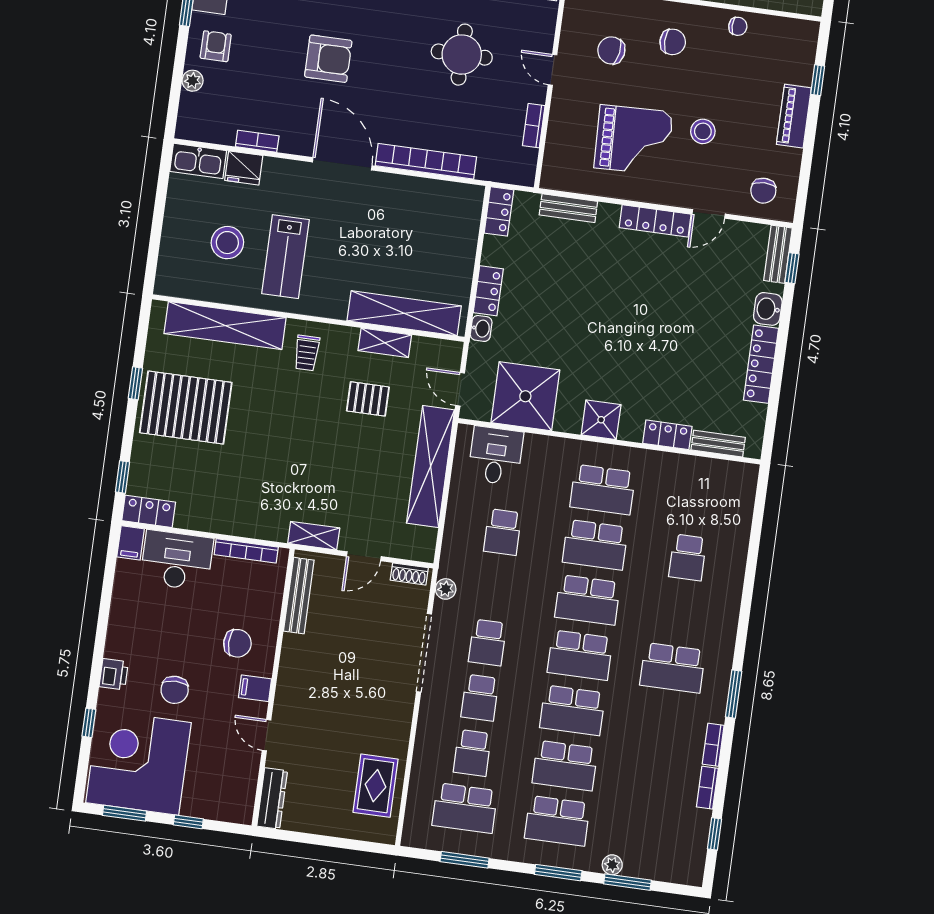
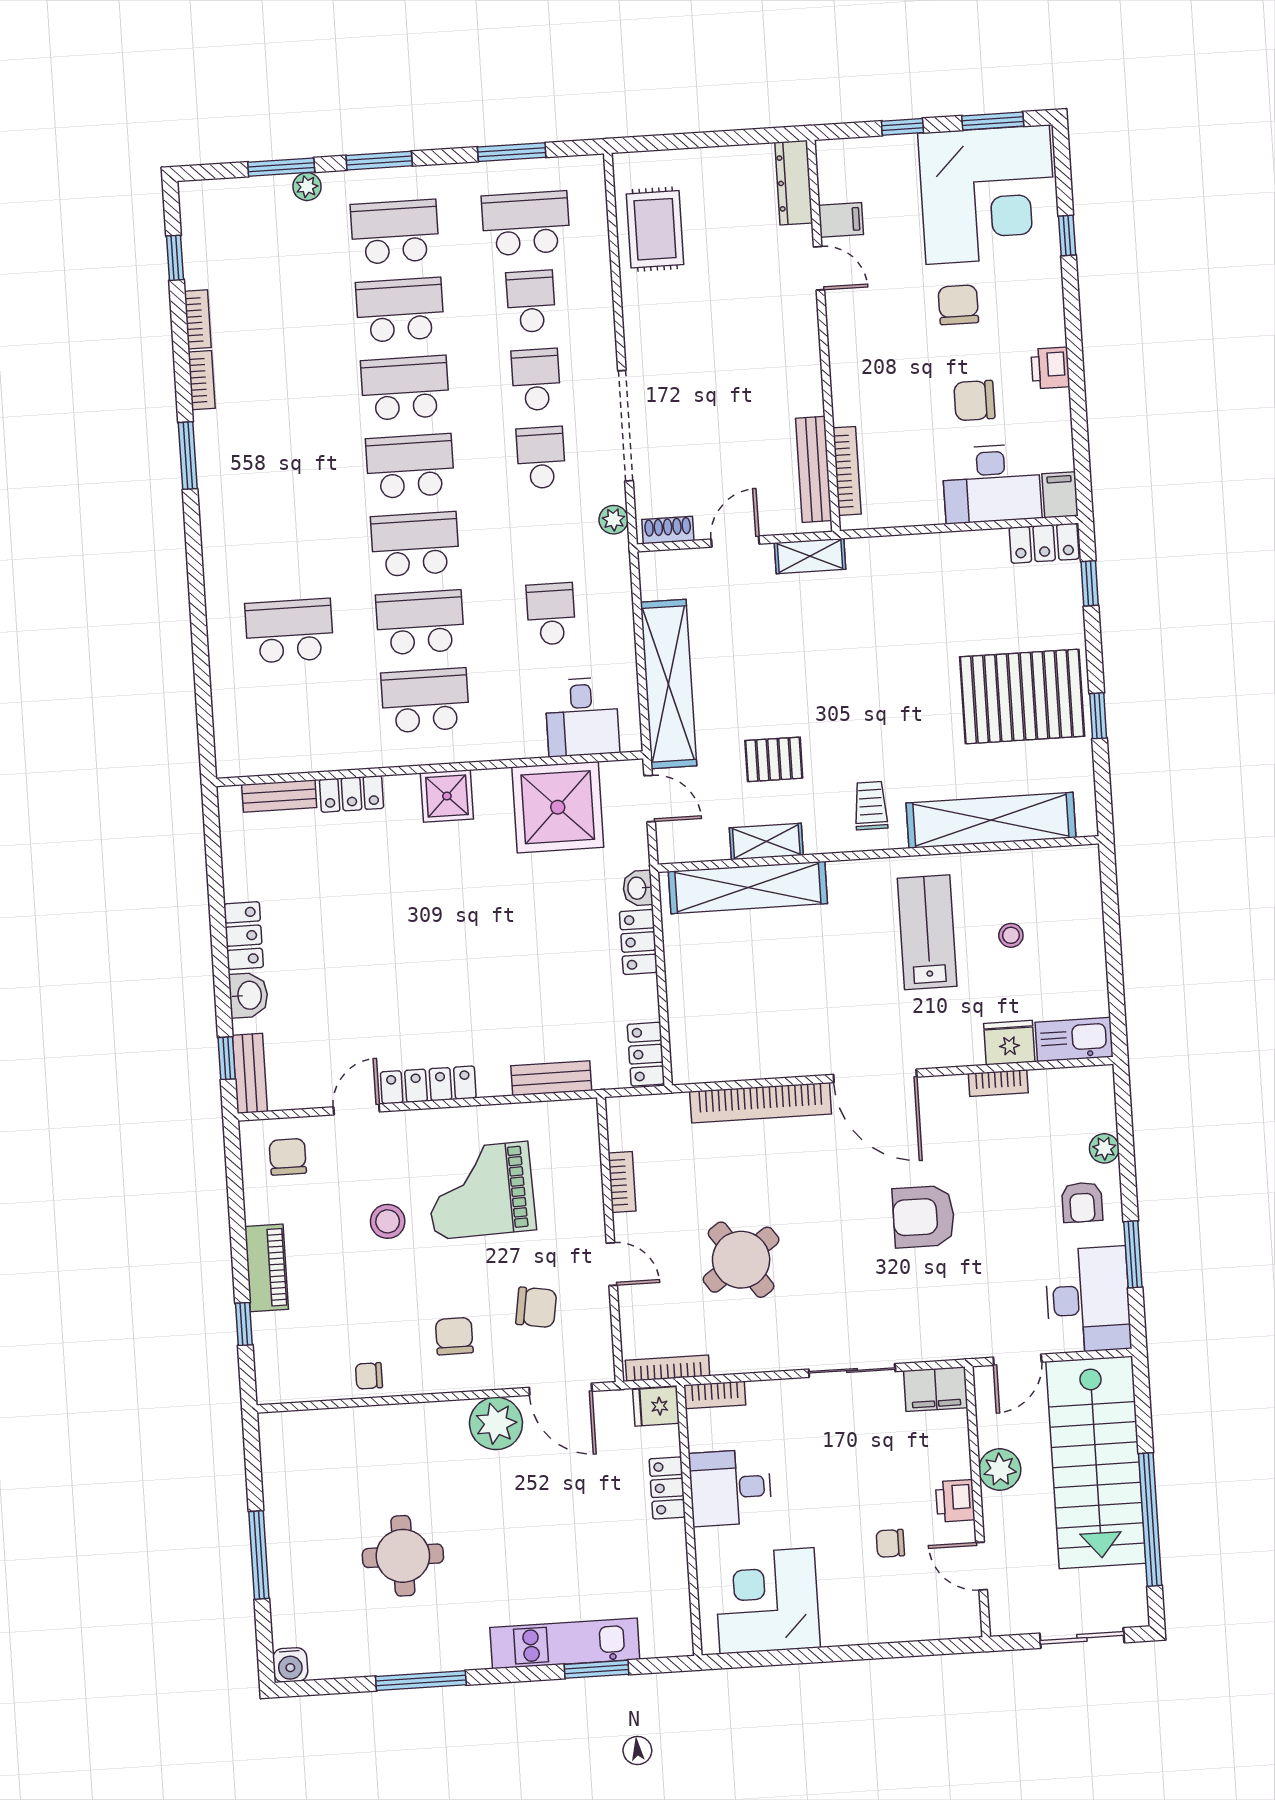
chair: (673, 42) -> (454, 1336), turned 90
round table: (462, 55) -> (741, 1260), turned -35
stool: (227, 243) -> (1011, 935), width x0.53, depth x0.53
locker: (761, 364) -> (244, 936), width x0.66
bookcase: (246, 551) -> (847, 471), moved, turned 90
school desk: (688, 557) -> (289, 631), width x1.85
chair: (237, 643) -> (974, 400), moved
school desk: (673, 668) -> (279, 475), removed
printer: (114, 674) -> (1050, 368), moved
filing cabinet: (255, 688) -> (841, 220), moved

